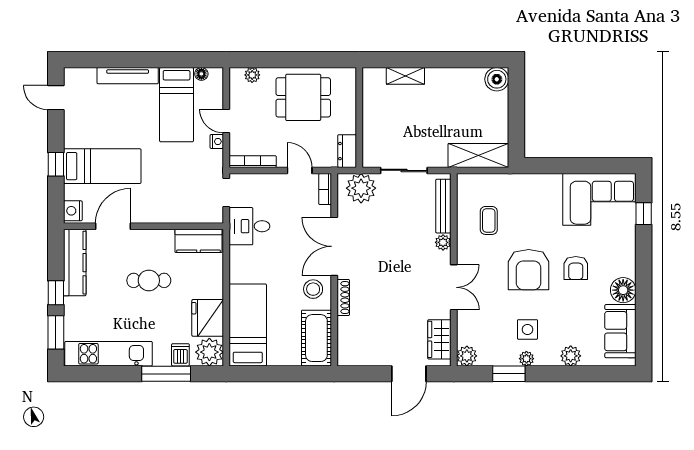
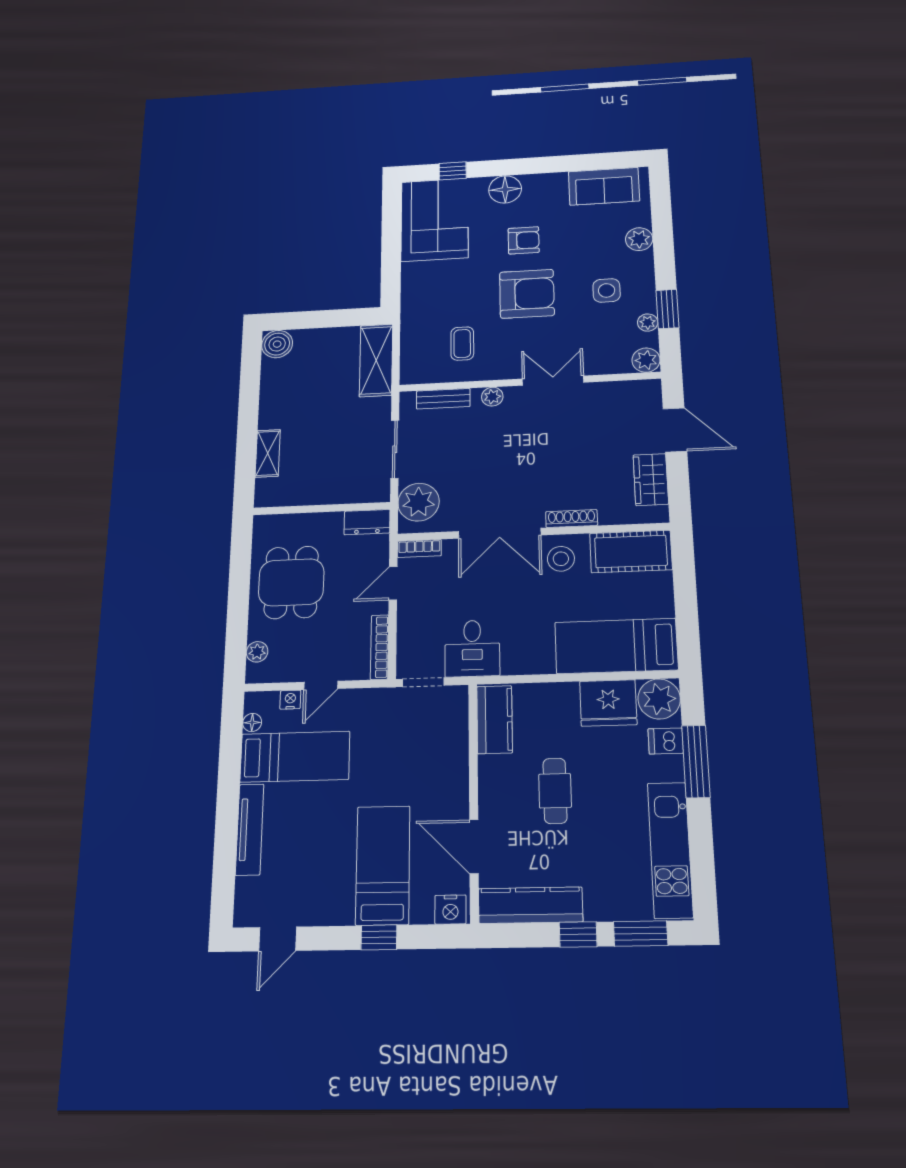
nightstand: (217, 141) -> (290, 700), moved
bench: (443, 206) -> (443, 399), width x0.73
coffee table: (489, 220) -> (462, 344), turned 90
floor lamp: (623, 290) -> (505, 189), moved
wardrobe: (439, 339) -> (651, 480), moved, turned 90
plant: (526, 359) -> (648, 323), moved

